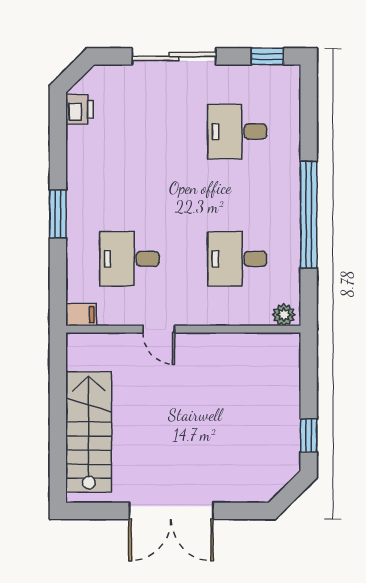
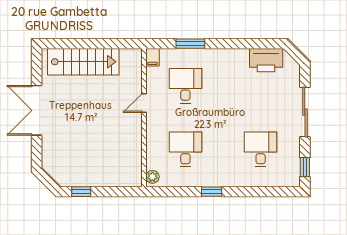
printer: (80, 109) -> (266, 60), width x1.87, depth x1.48
window: (58, 214) -> (190, 44), moved
window: (309, 215) -> (212, 192), width x0.32

